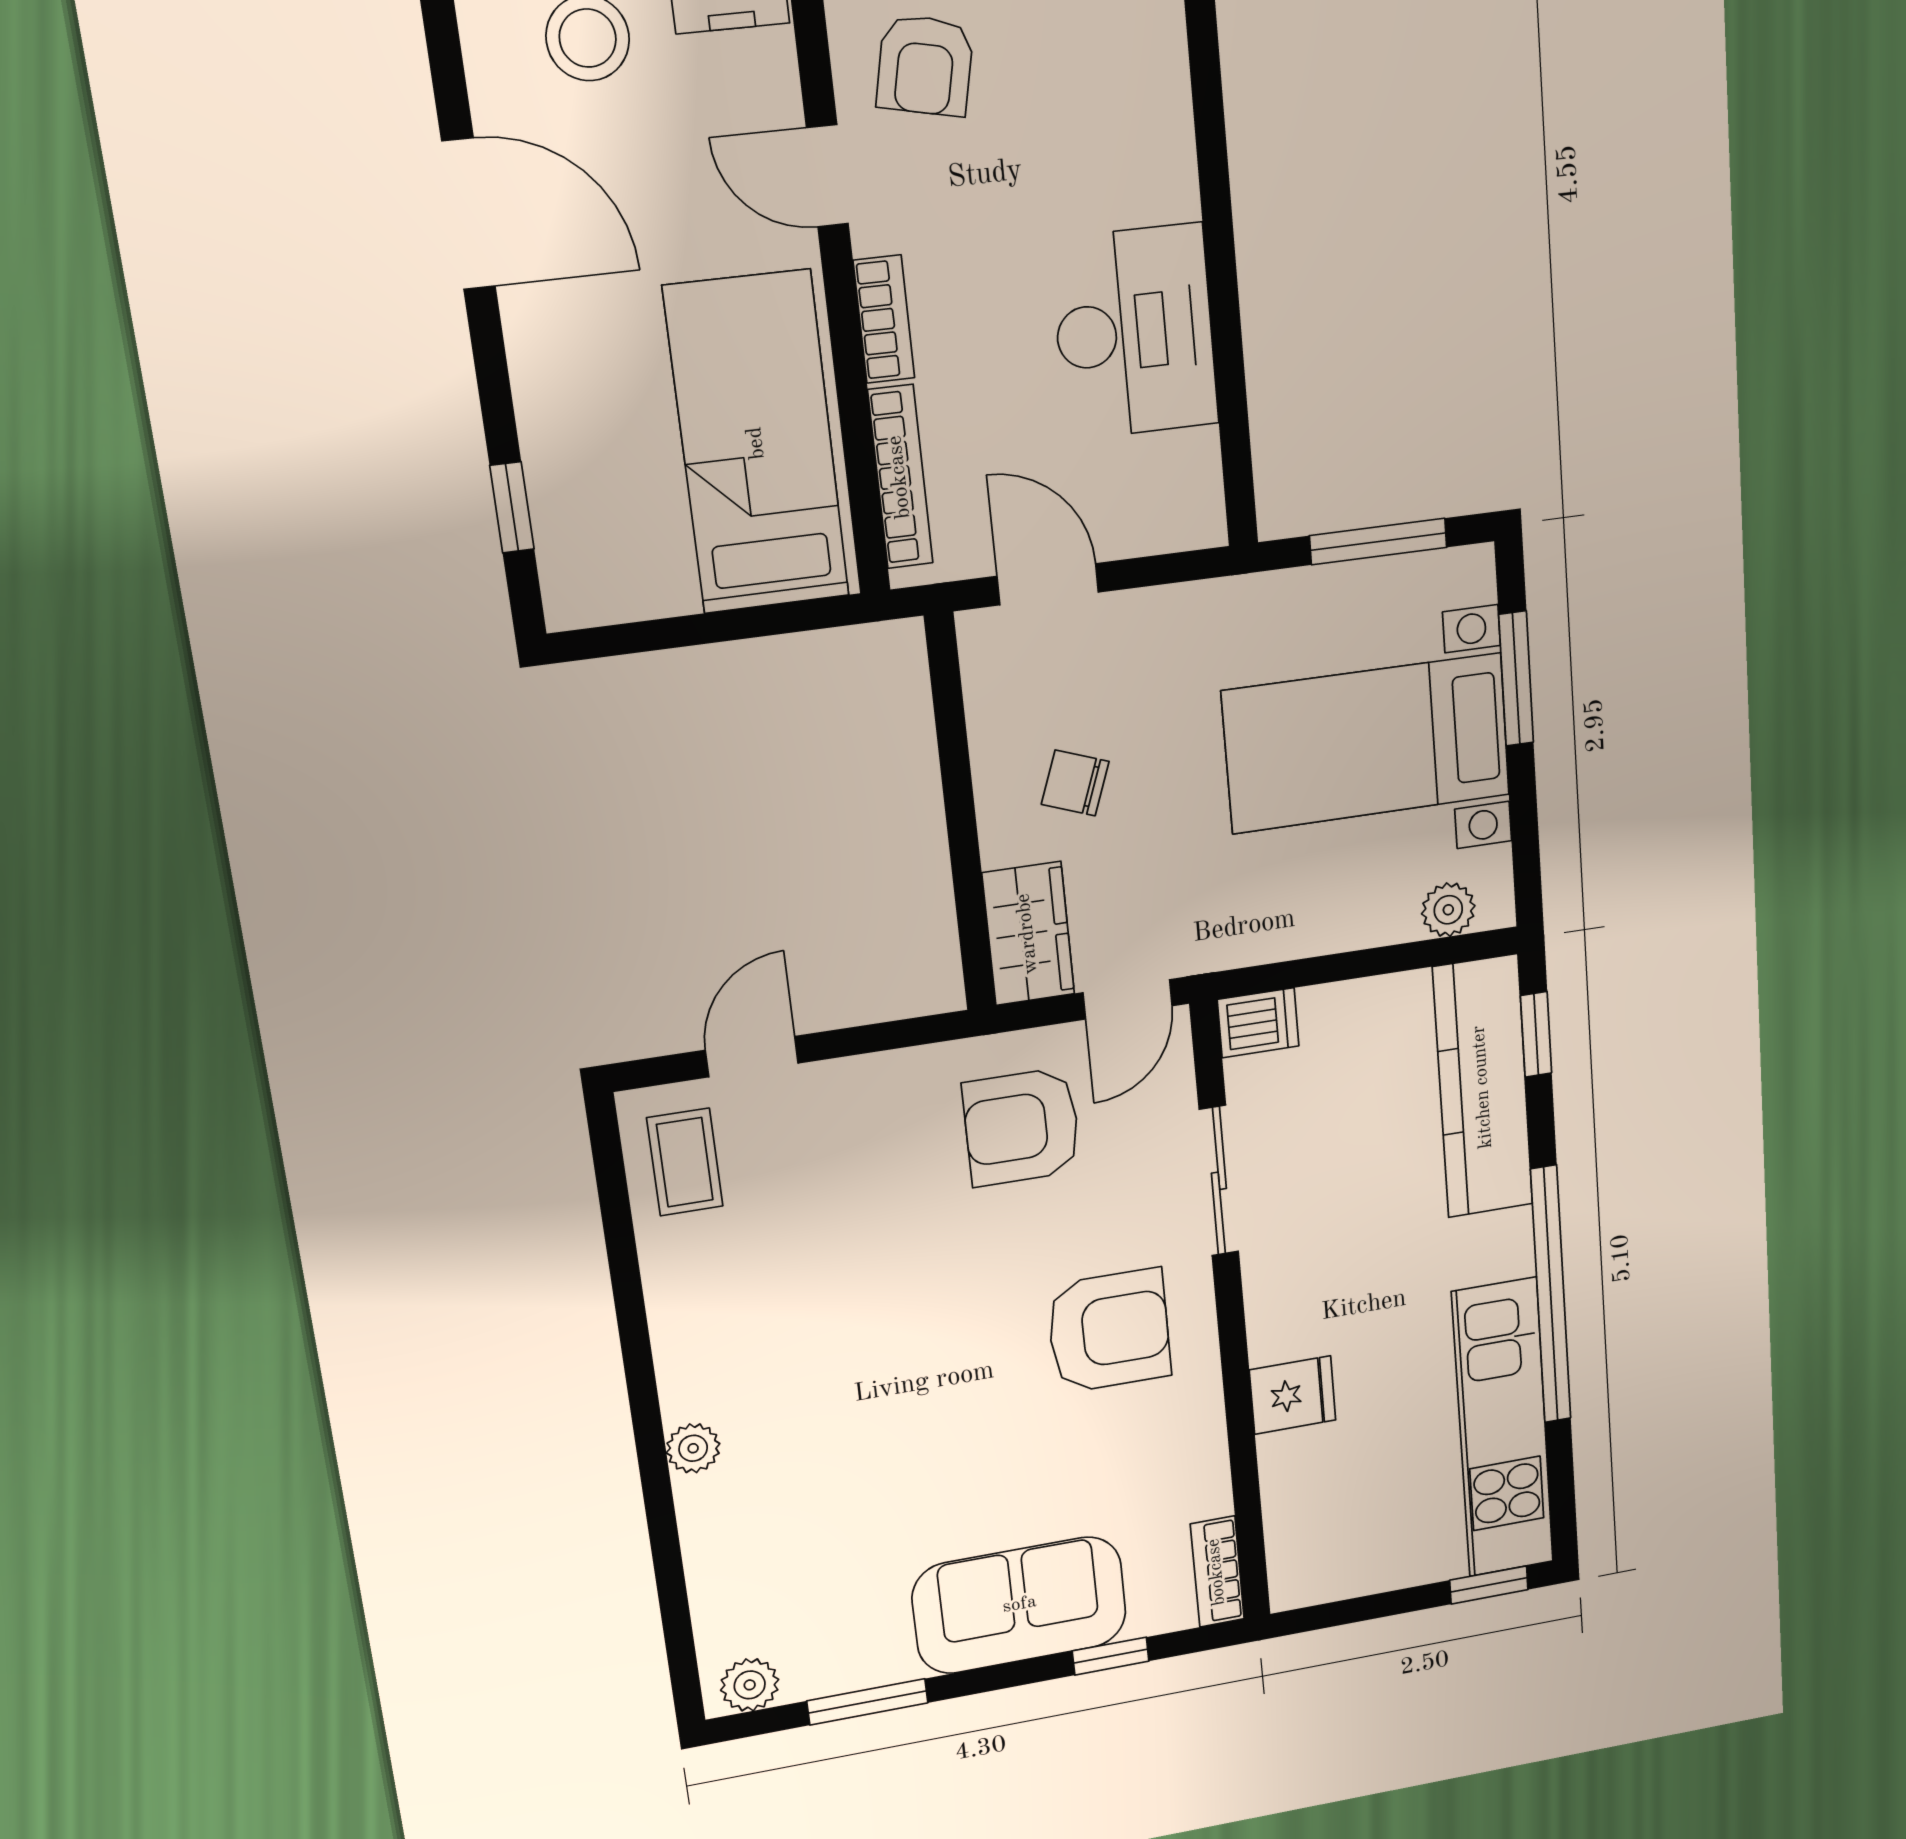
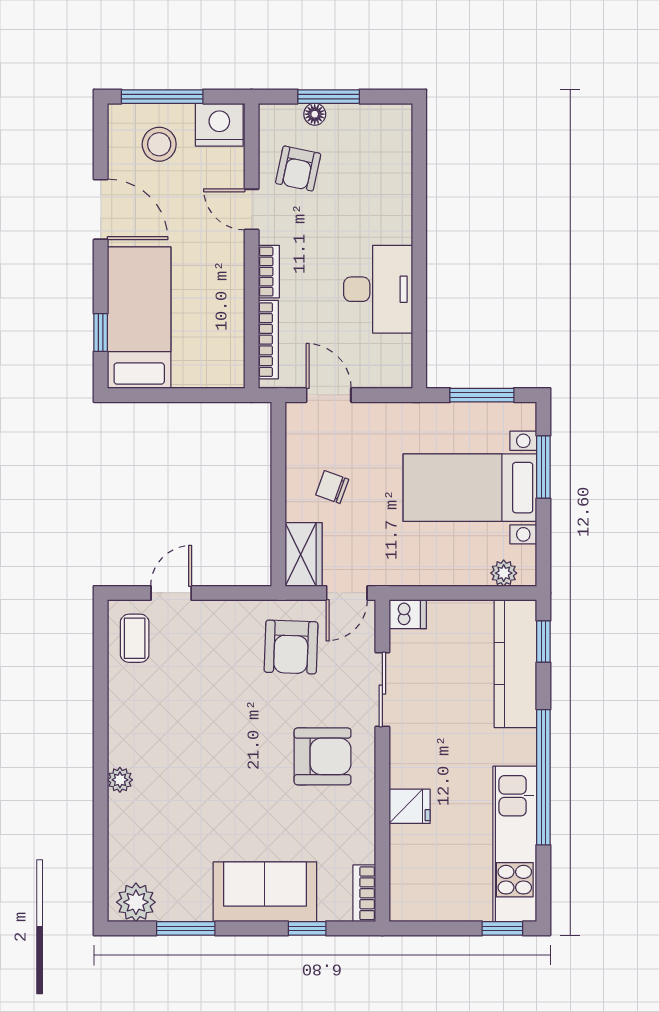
bed: (757, 443) -> (139, 318), moved
armchair: (1022, 1127) -> (291, 647), turned -88
plant: (750, 1685) -> (136, 902), width x1.38, depth x1.38

